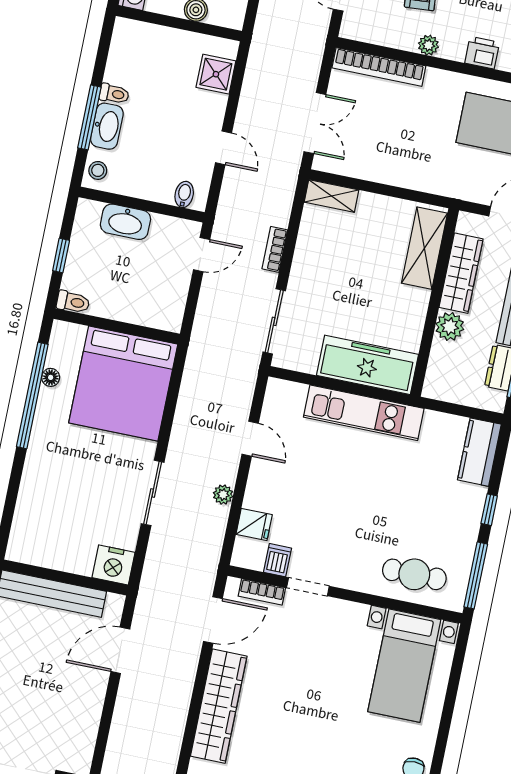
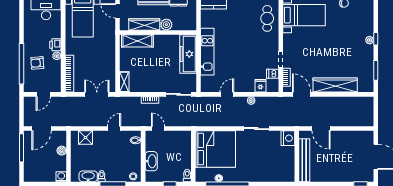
printer: (482, 53) -> (55, 45), moved
washbasin: (107, 126) -> (88, 176), moved

